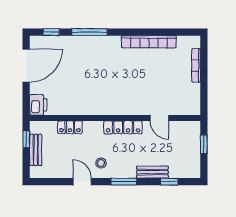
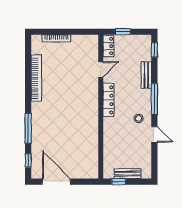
printer: (38, 105) -> (90, 171), removed
locker: (70, 127) -> (108, 46), moved
door: (82, 182) -> (154, 134), swing flipped
window: (124, 182) -> (154, 99), width x1.44
window: (169, 182) -> (154, 50), moved

